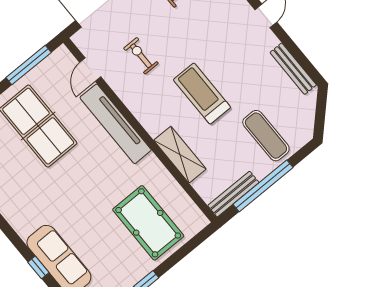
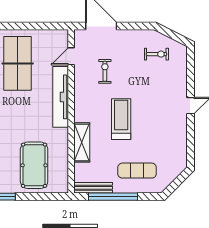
window: (29, 65) -> (40, 26), removed
bench: (293, 69) -> (182, 146), removed
exercise mat: (266, 136) -> (137, 171), turned 90

